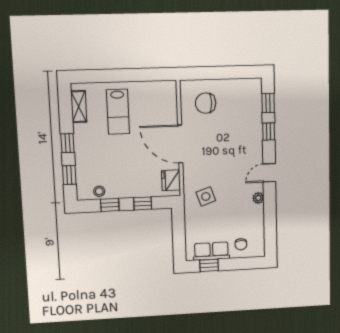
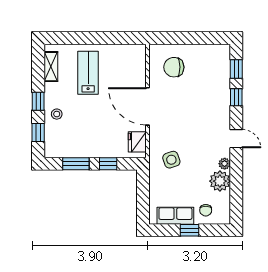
lab bench: (118, 112) -> (88, 73), turned 180
door: (269, 173) -> (236, 139), swing flipped
stool: (99, 191) -> (57, 114), moved
window: (110, 205) -> (76, 164), width x1.50
plant: (254, 215) -> (220, 181), added
window: (209, 265) -> (190, 230), moved

